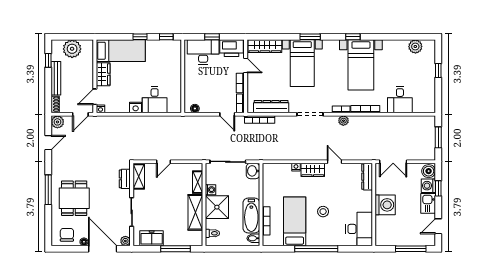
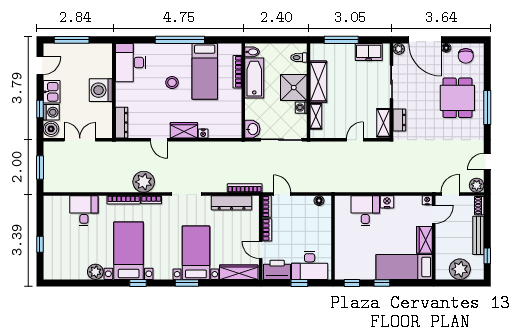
plant: (415, 46) -> (95, 272), moved
plant: (343, 121) -> (144, 182), width x1.87, depth x1.87
double door: (393, 162) -> (80, 140), moved

